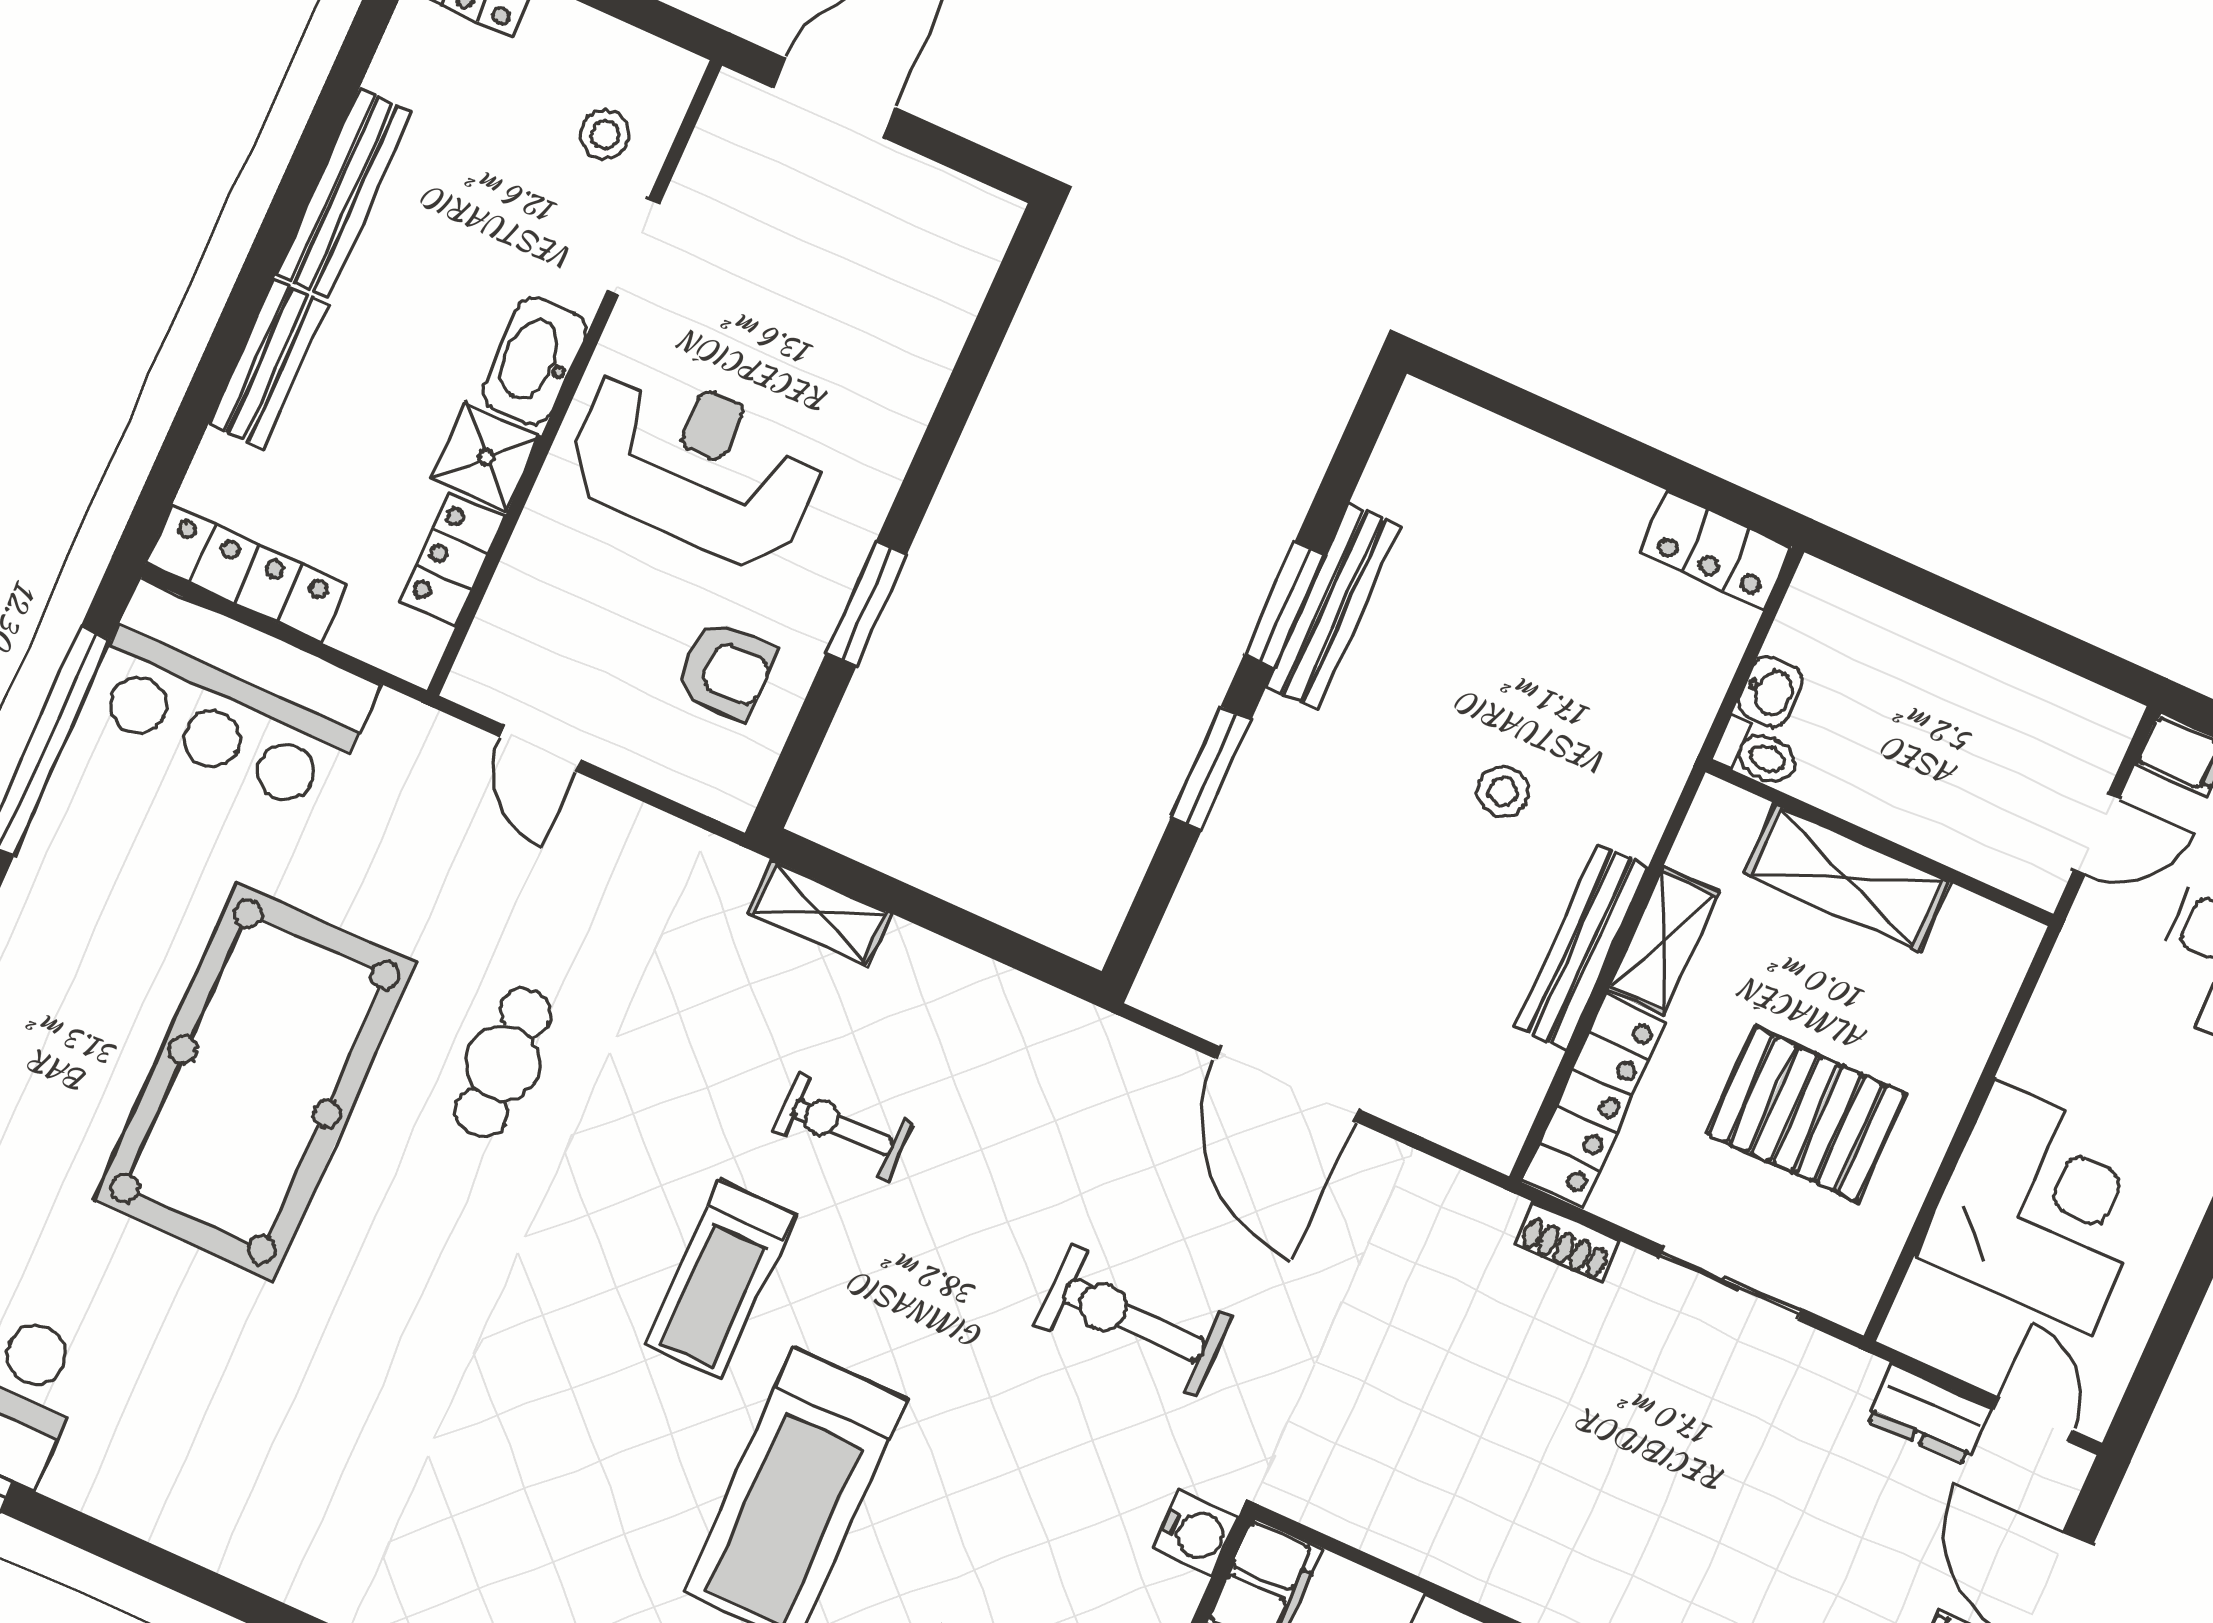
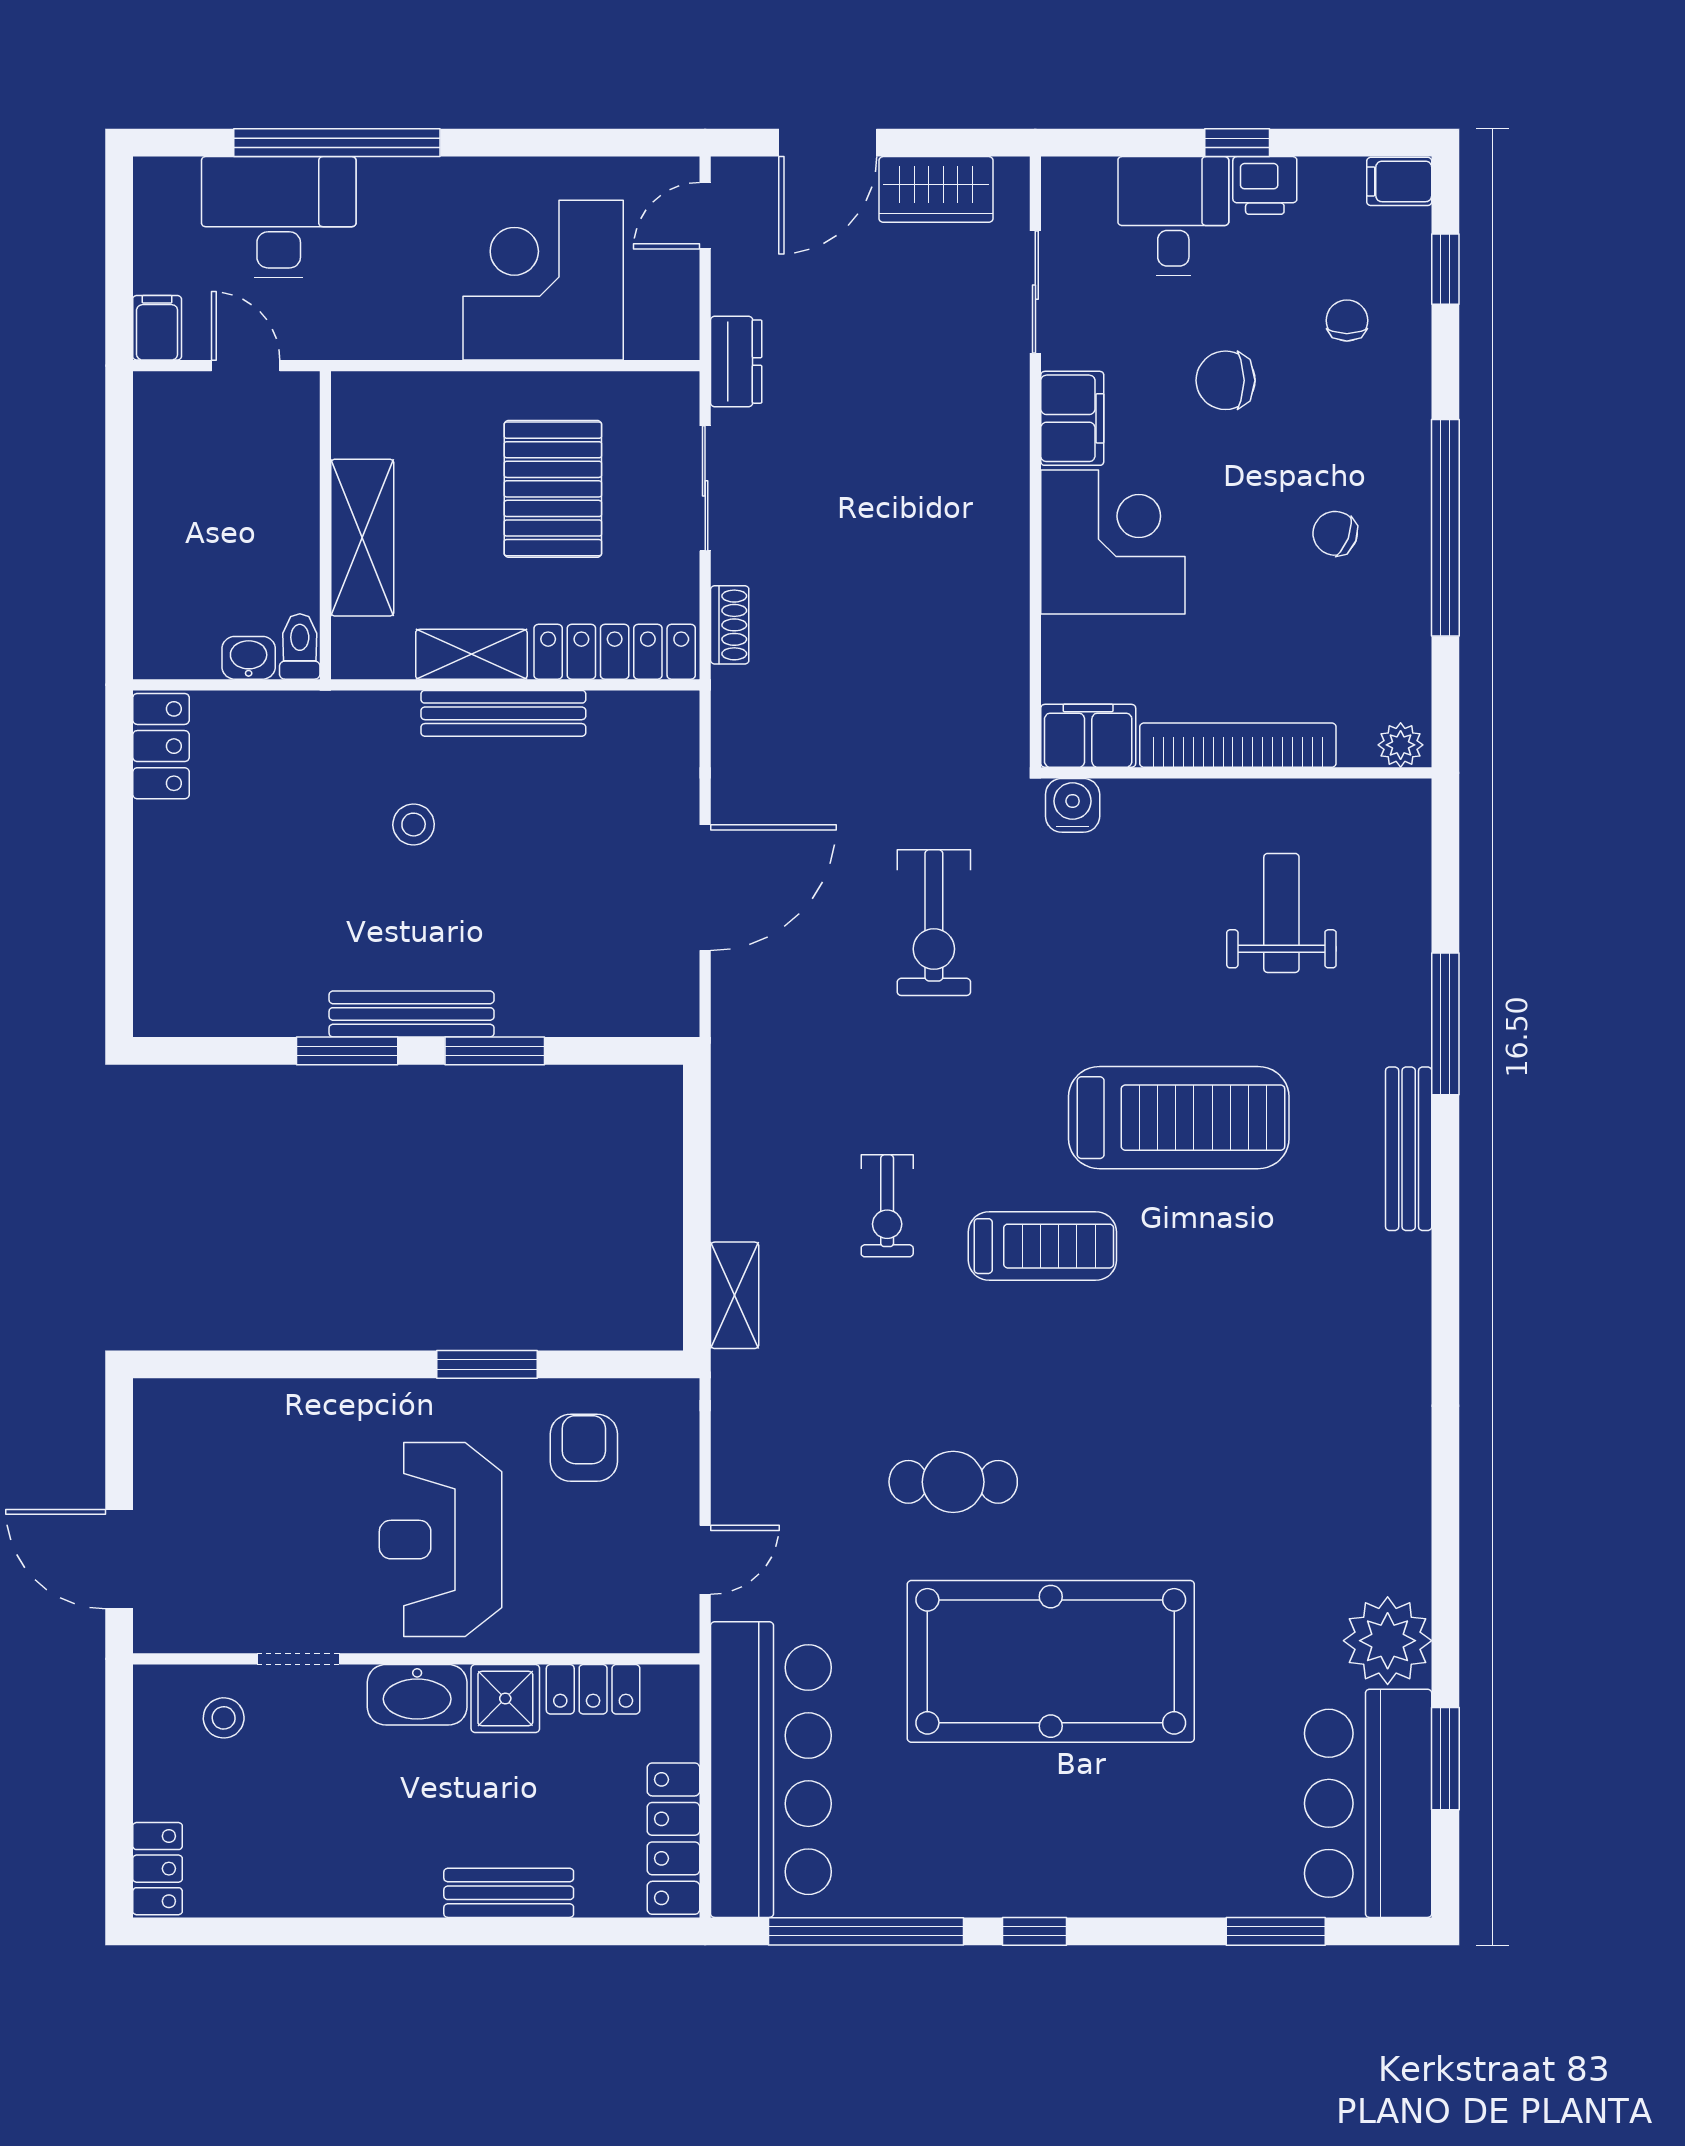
bench: (344, 193) -> (355, 1894), removed
bench: (1333, 607) -> (412, 1014), moved
bar counter: (231, 697) -> (771, 1770), width x1.36
dresser: (1929, 1414) -> (736, 362), moved
plant: (110, 1466) -> (1388, 1641), added

